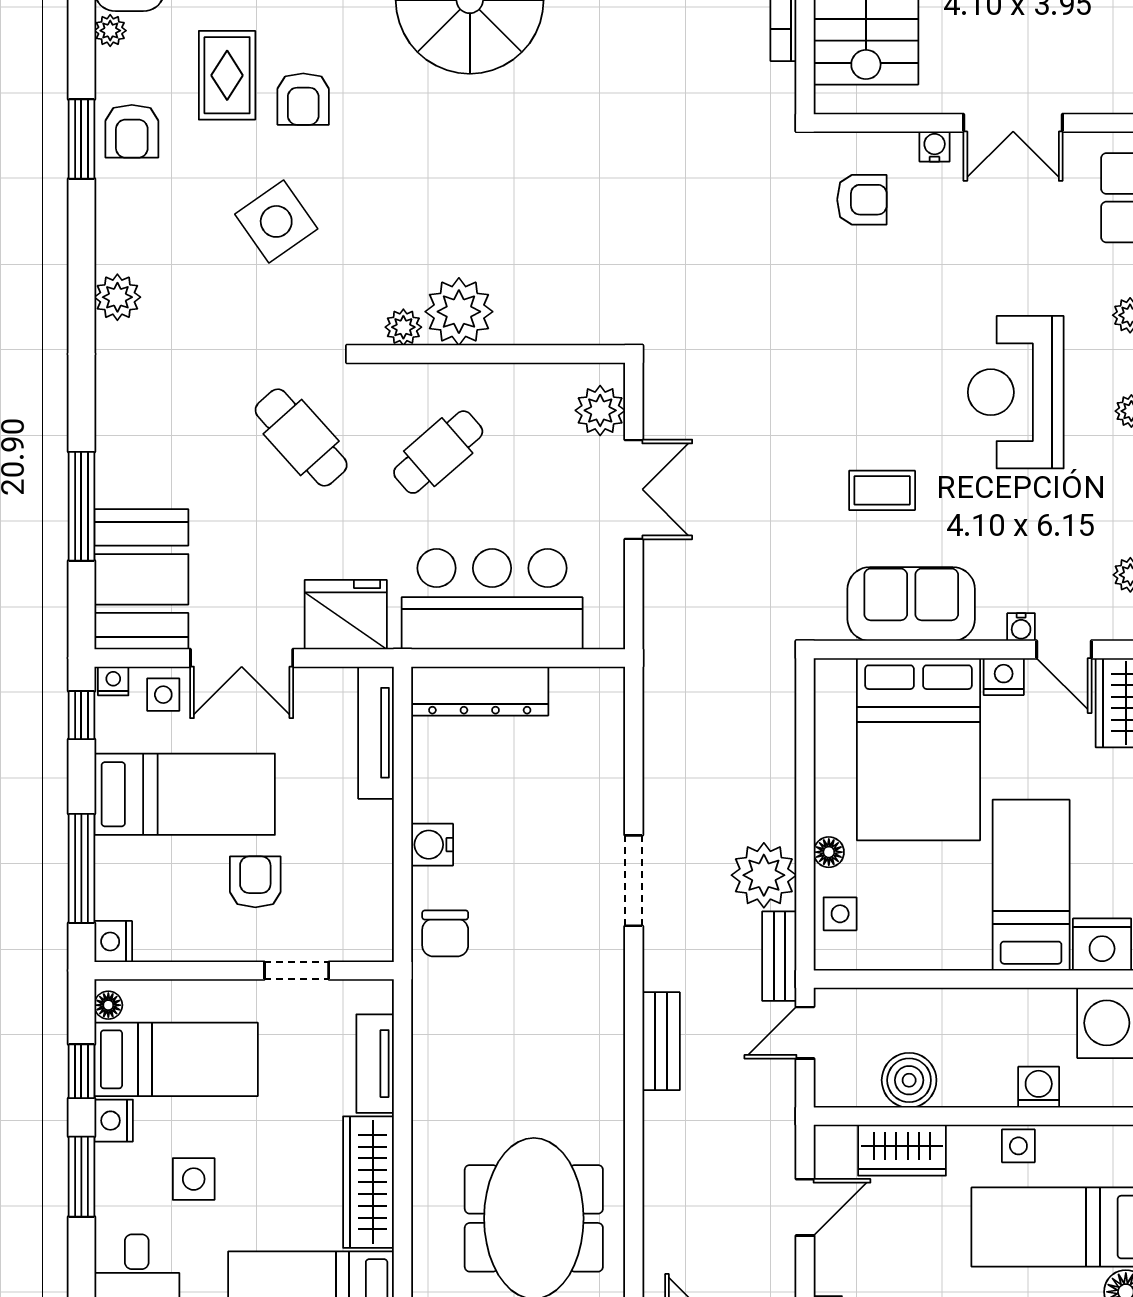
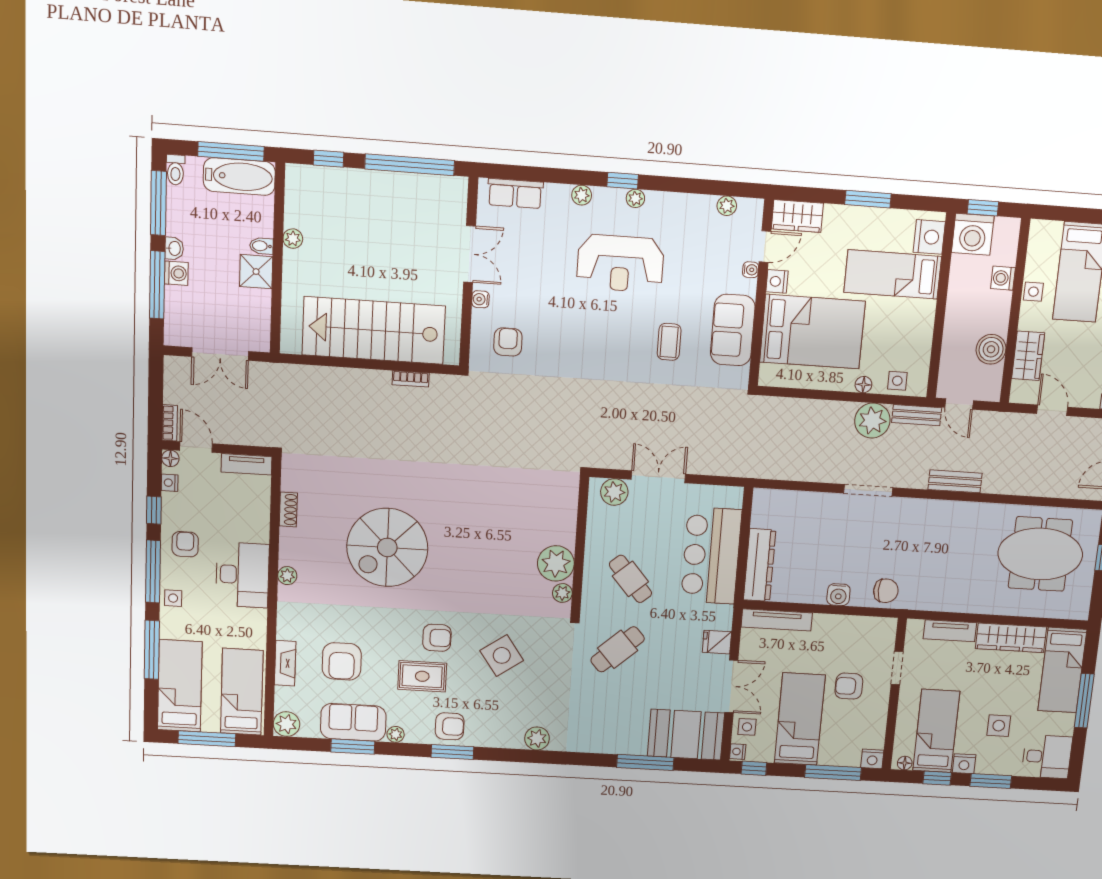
fridge: (346, 615) -> (717, 642), width x0.53, depth x0.75

